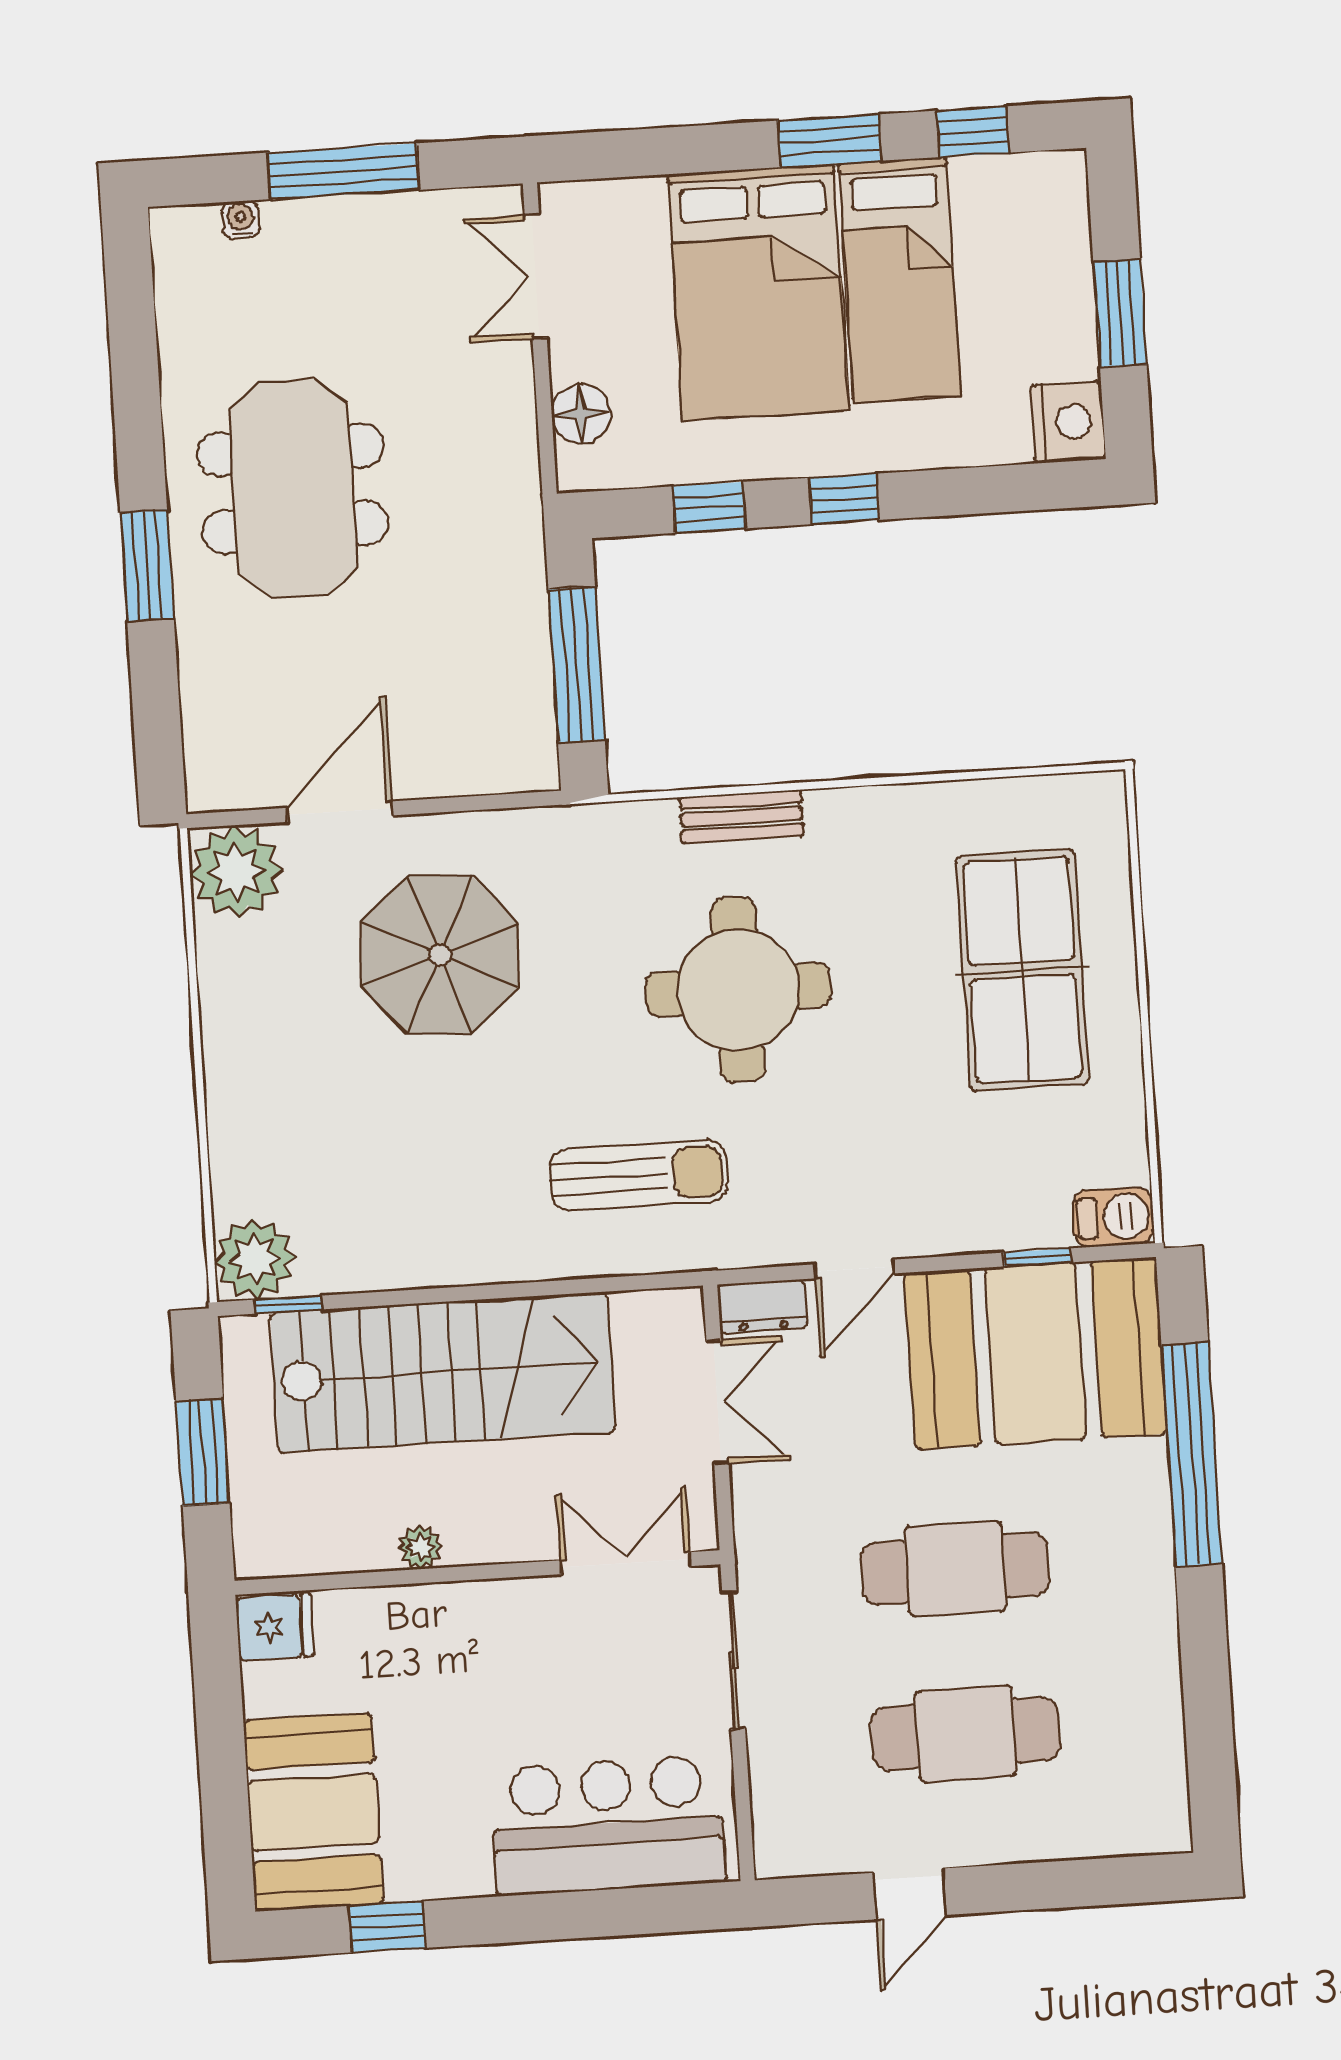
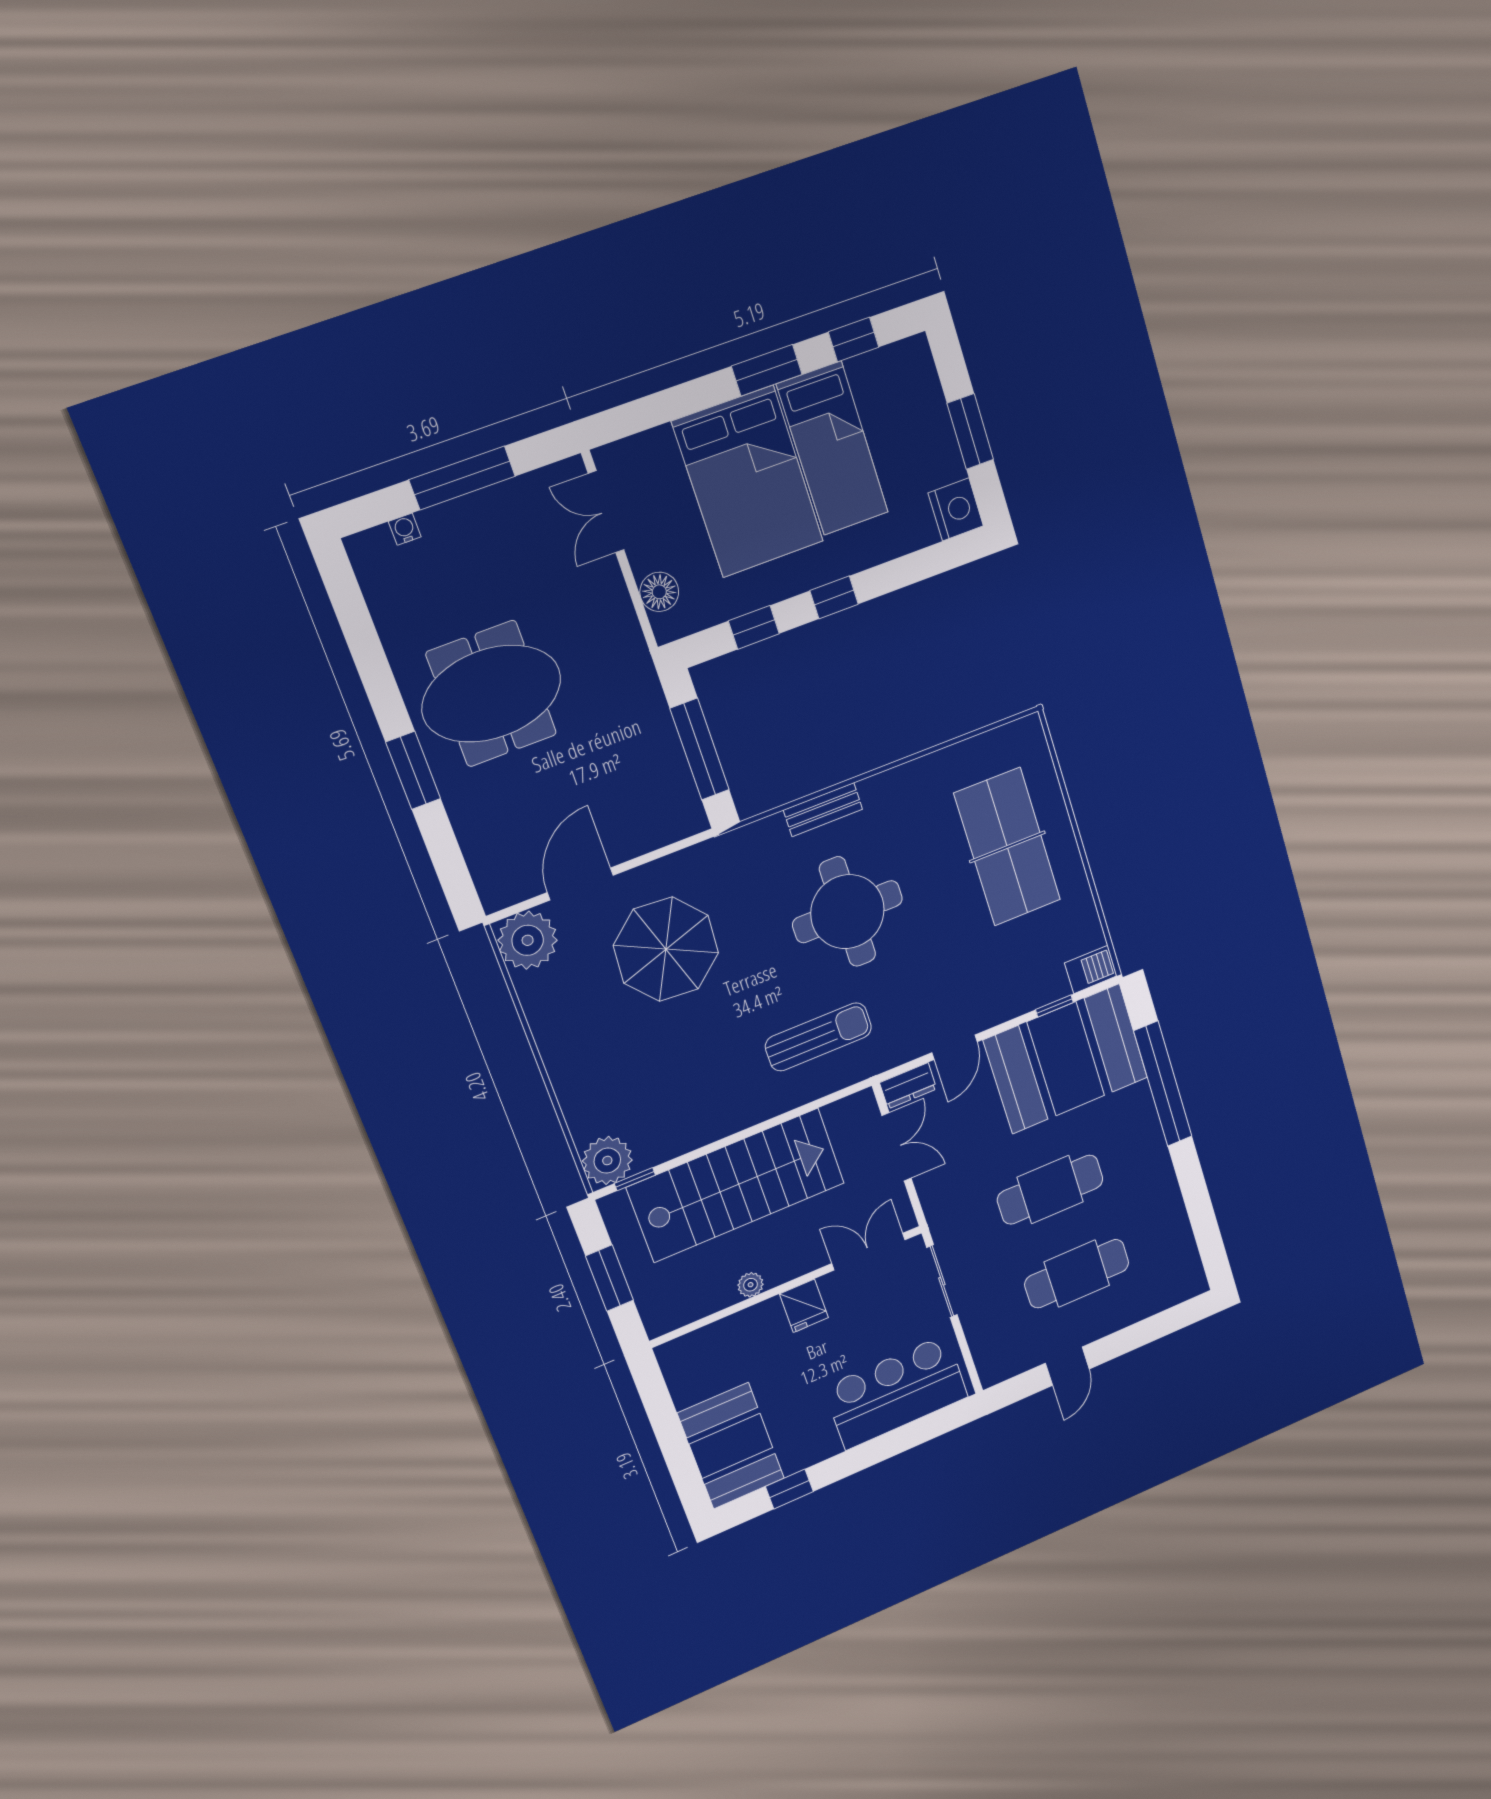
meeting table: (293, 489) -> (492, 694), turned 90
fridge: (275, 1627) -> (804, 1306), moved, turned 90

